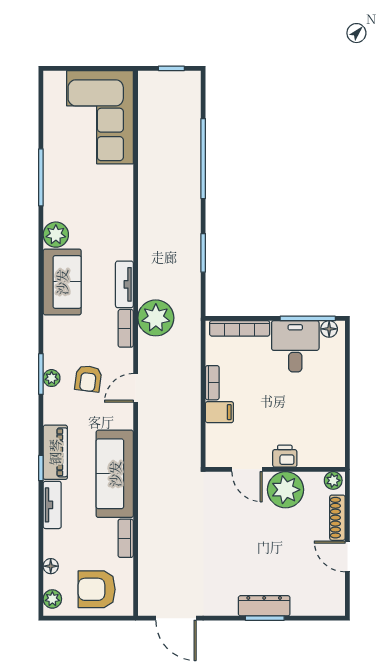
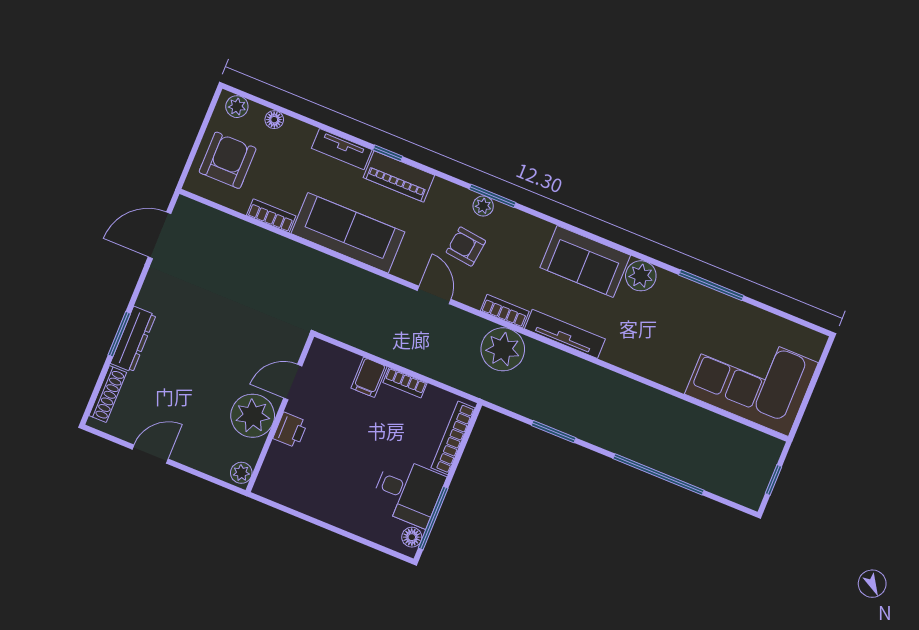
tv unit: (124, 284) -> (565, 334), width x1.41
shoe rack: (337, 518) -> (108, 394), moved, turned 90

